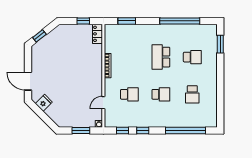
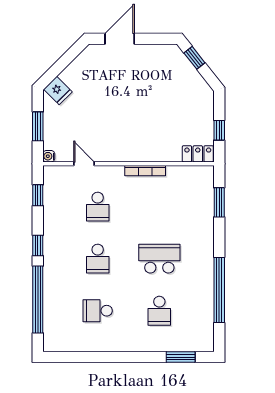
fridge: (44, 103) -> (58, 91), moved
window: (143, 130) -> (38, 245), moved

